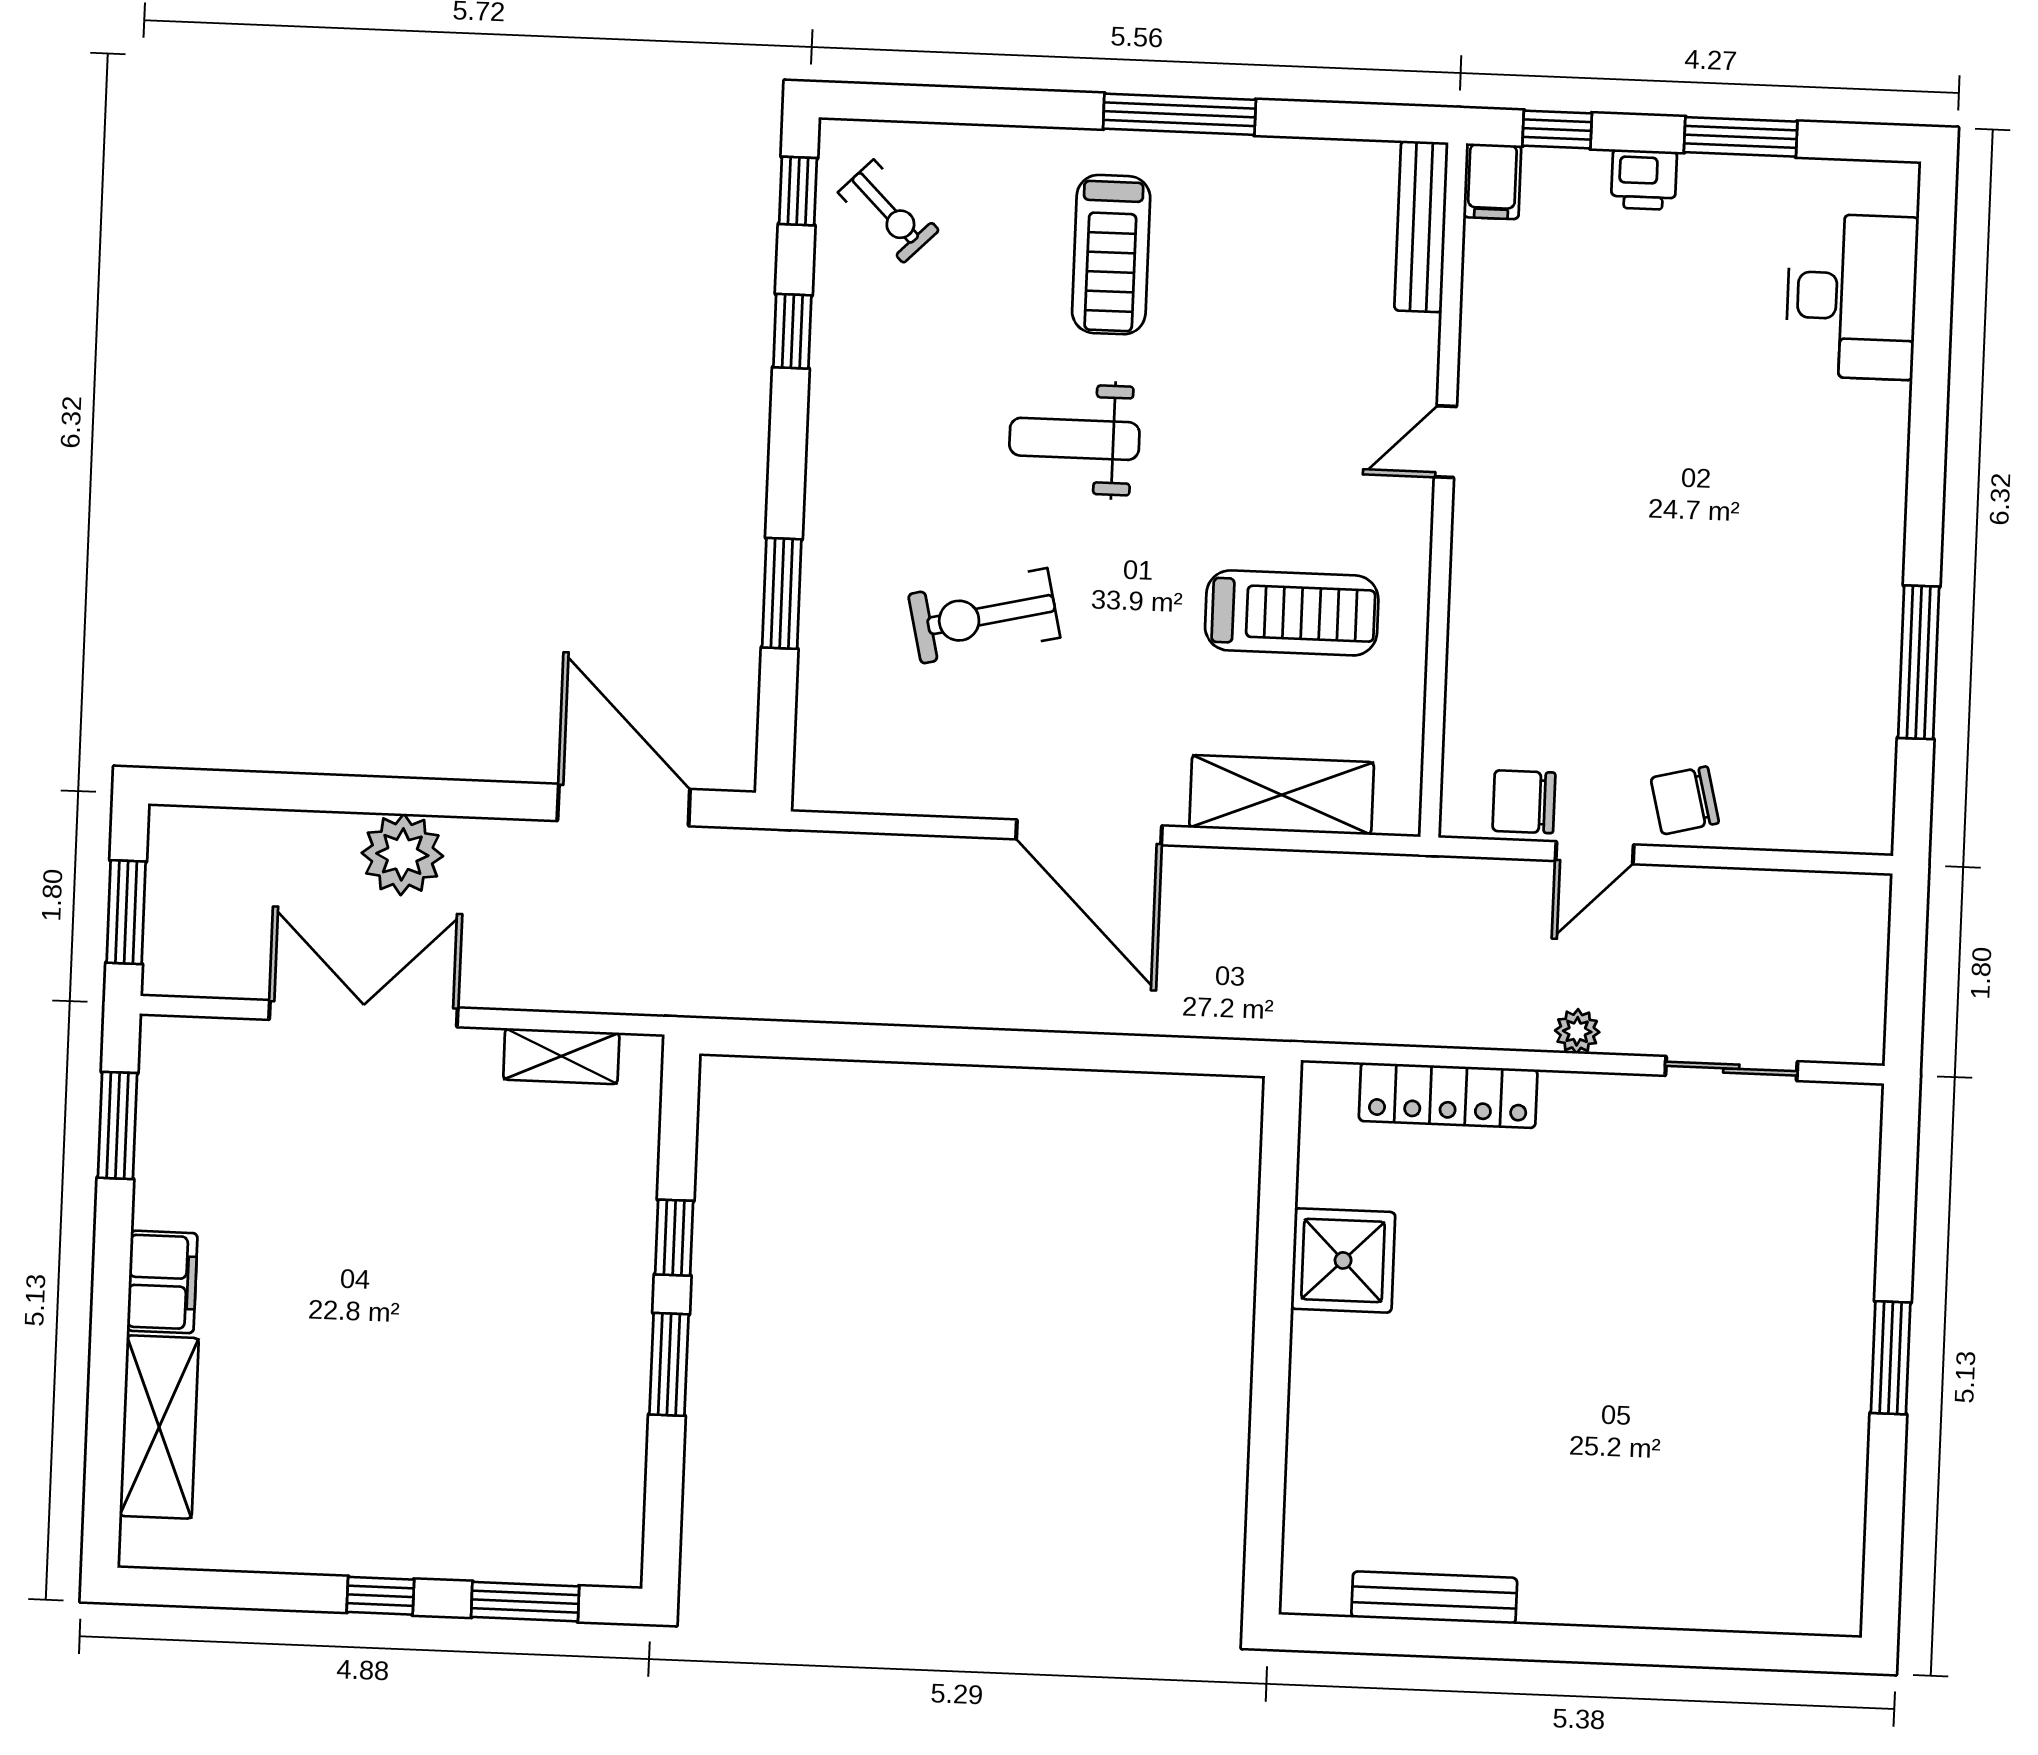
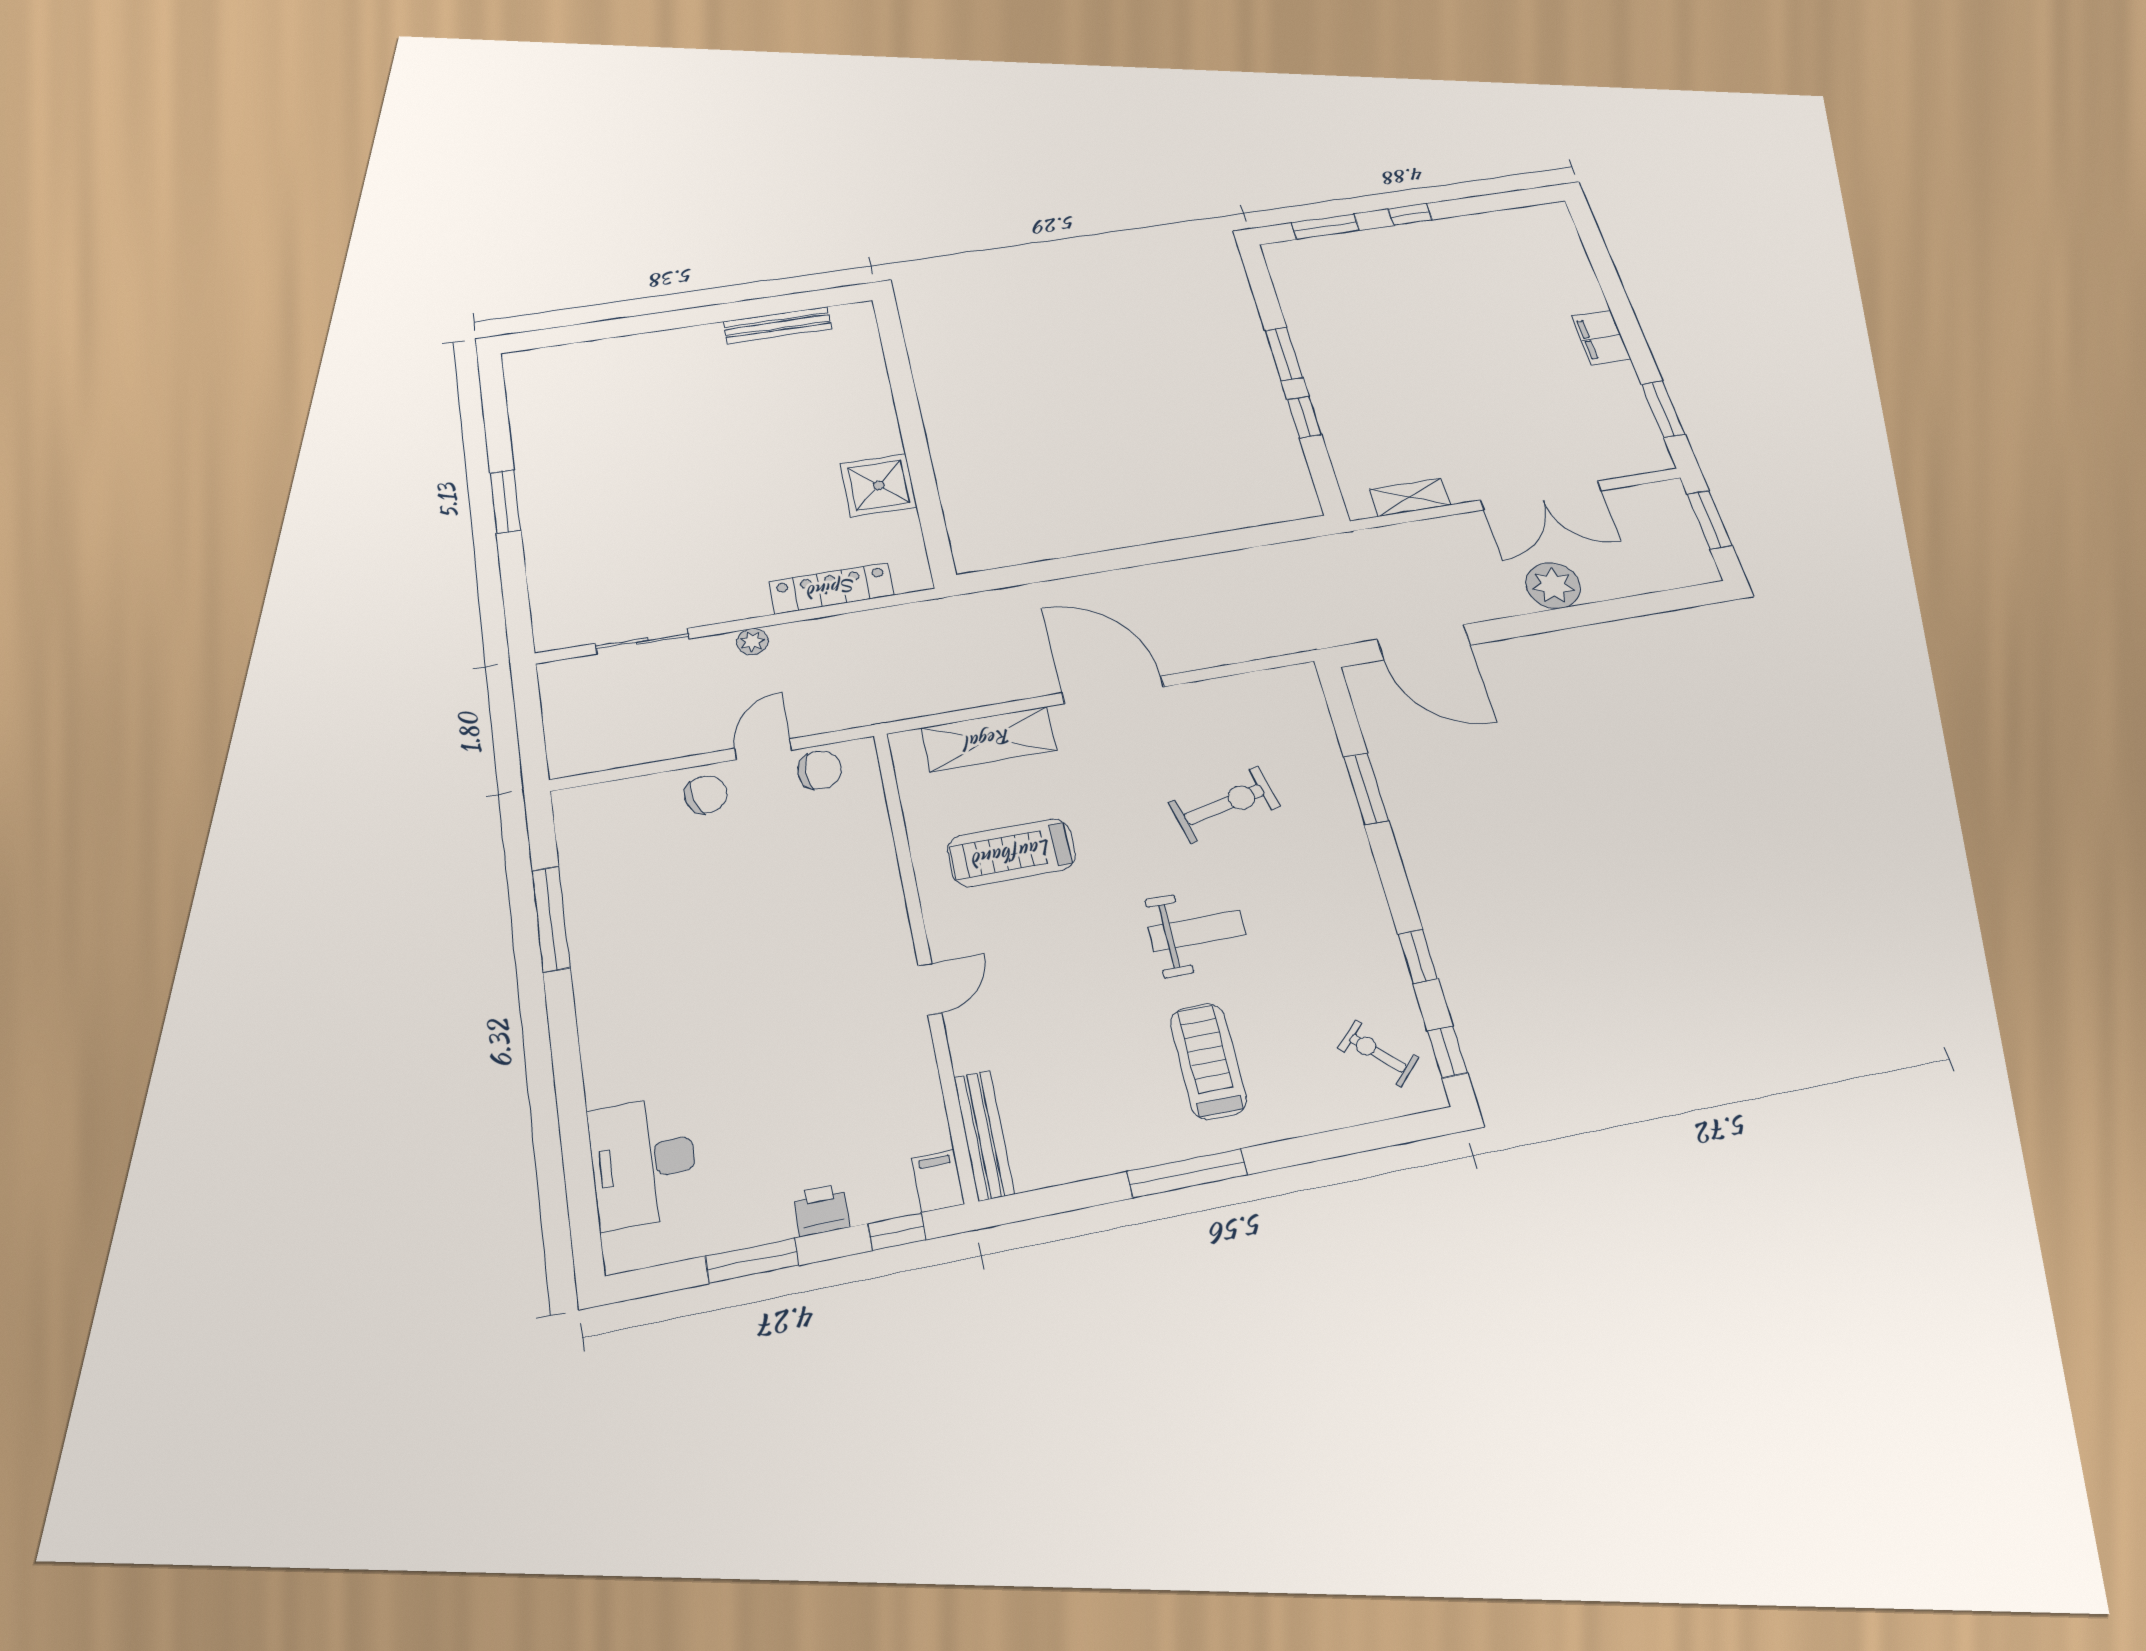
shelving: (159, 1427) -> (1571, 269), removed

